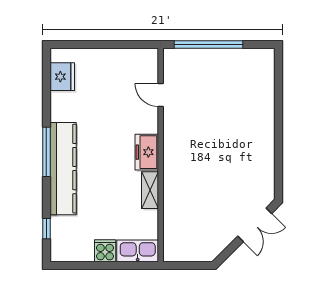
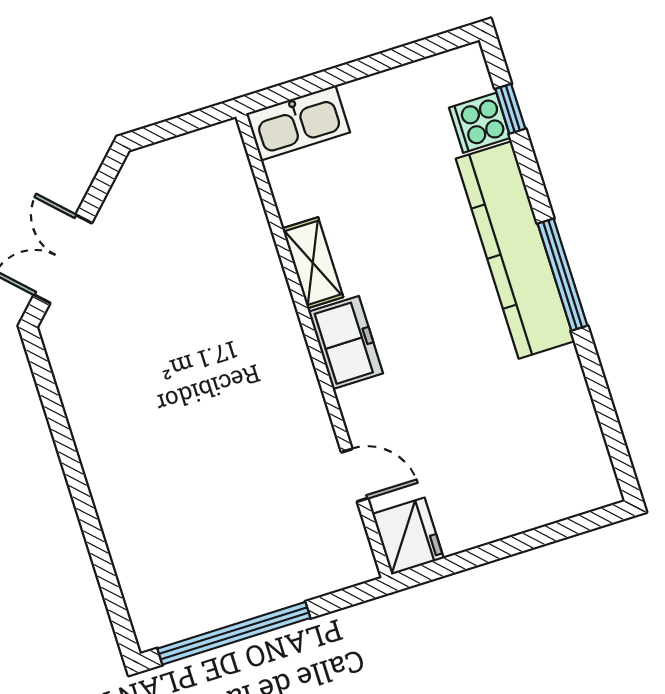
window: (208, 45) -> (234, 633), moved
fridge: (62, 77) -> (408, 536), moved, turned 180
cooker: (105, 251) -> (480, 123), moved, turned 90

